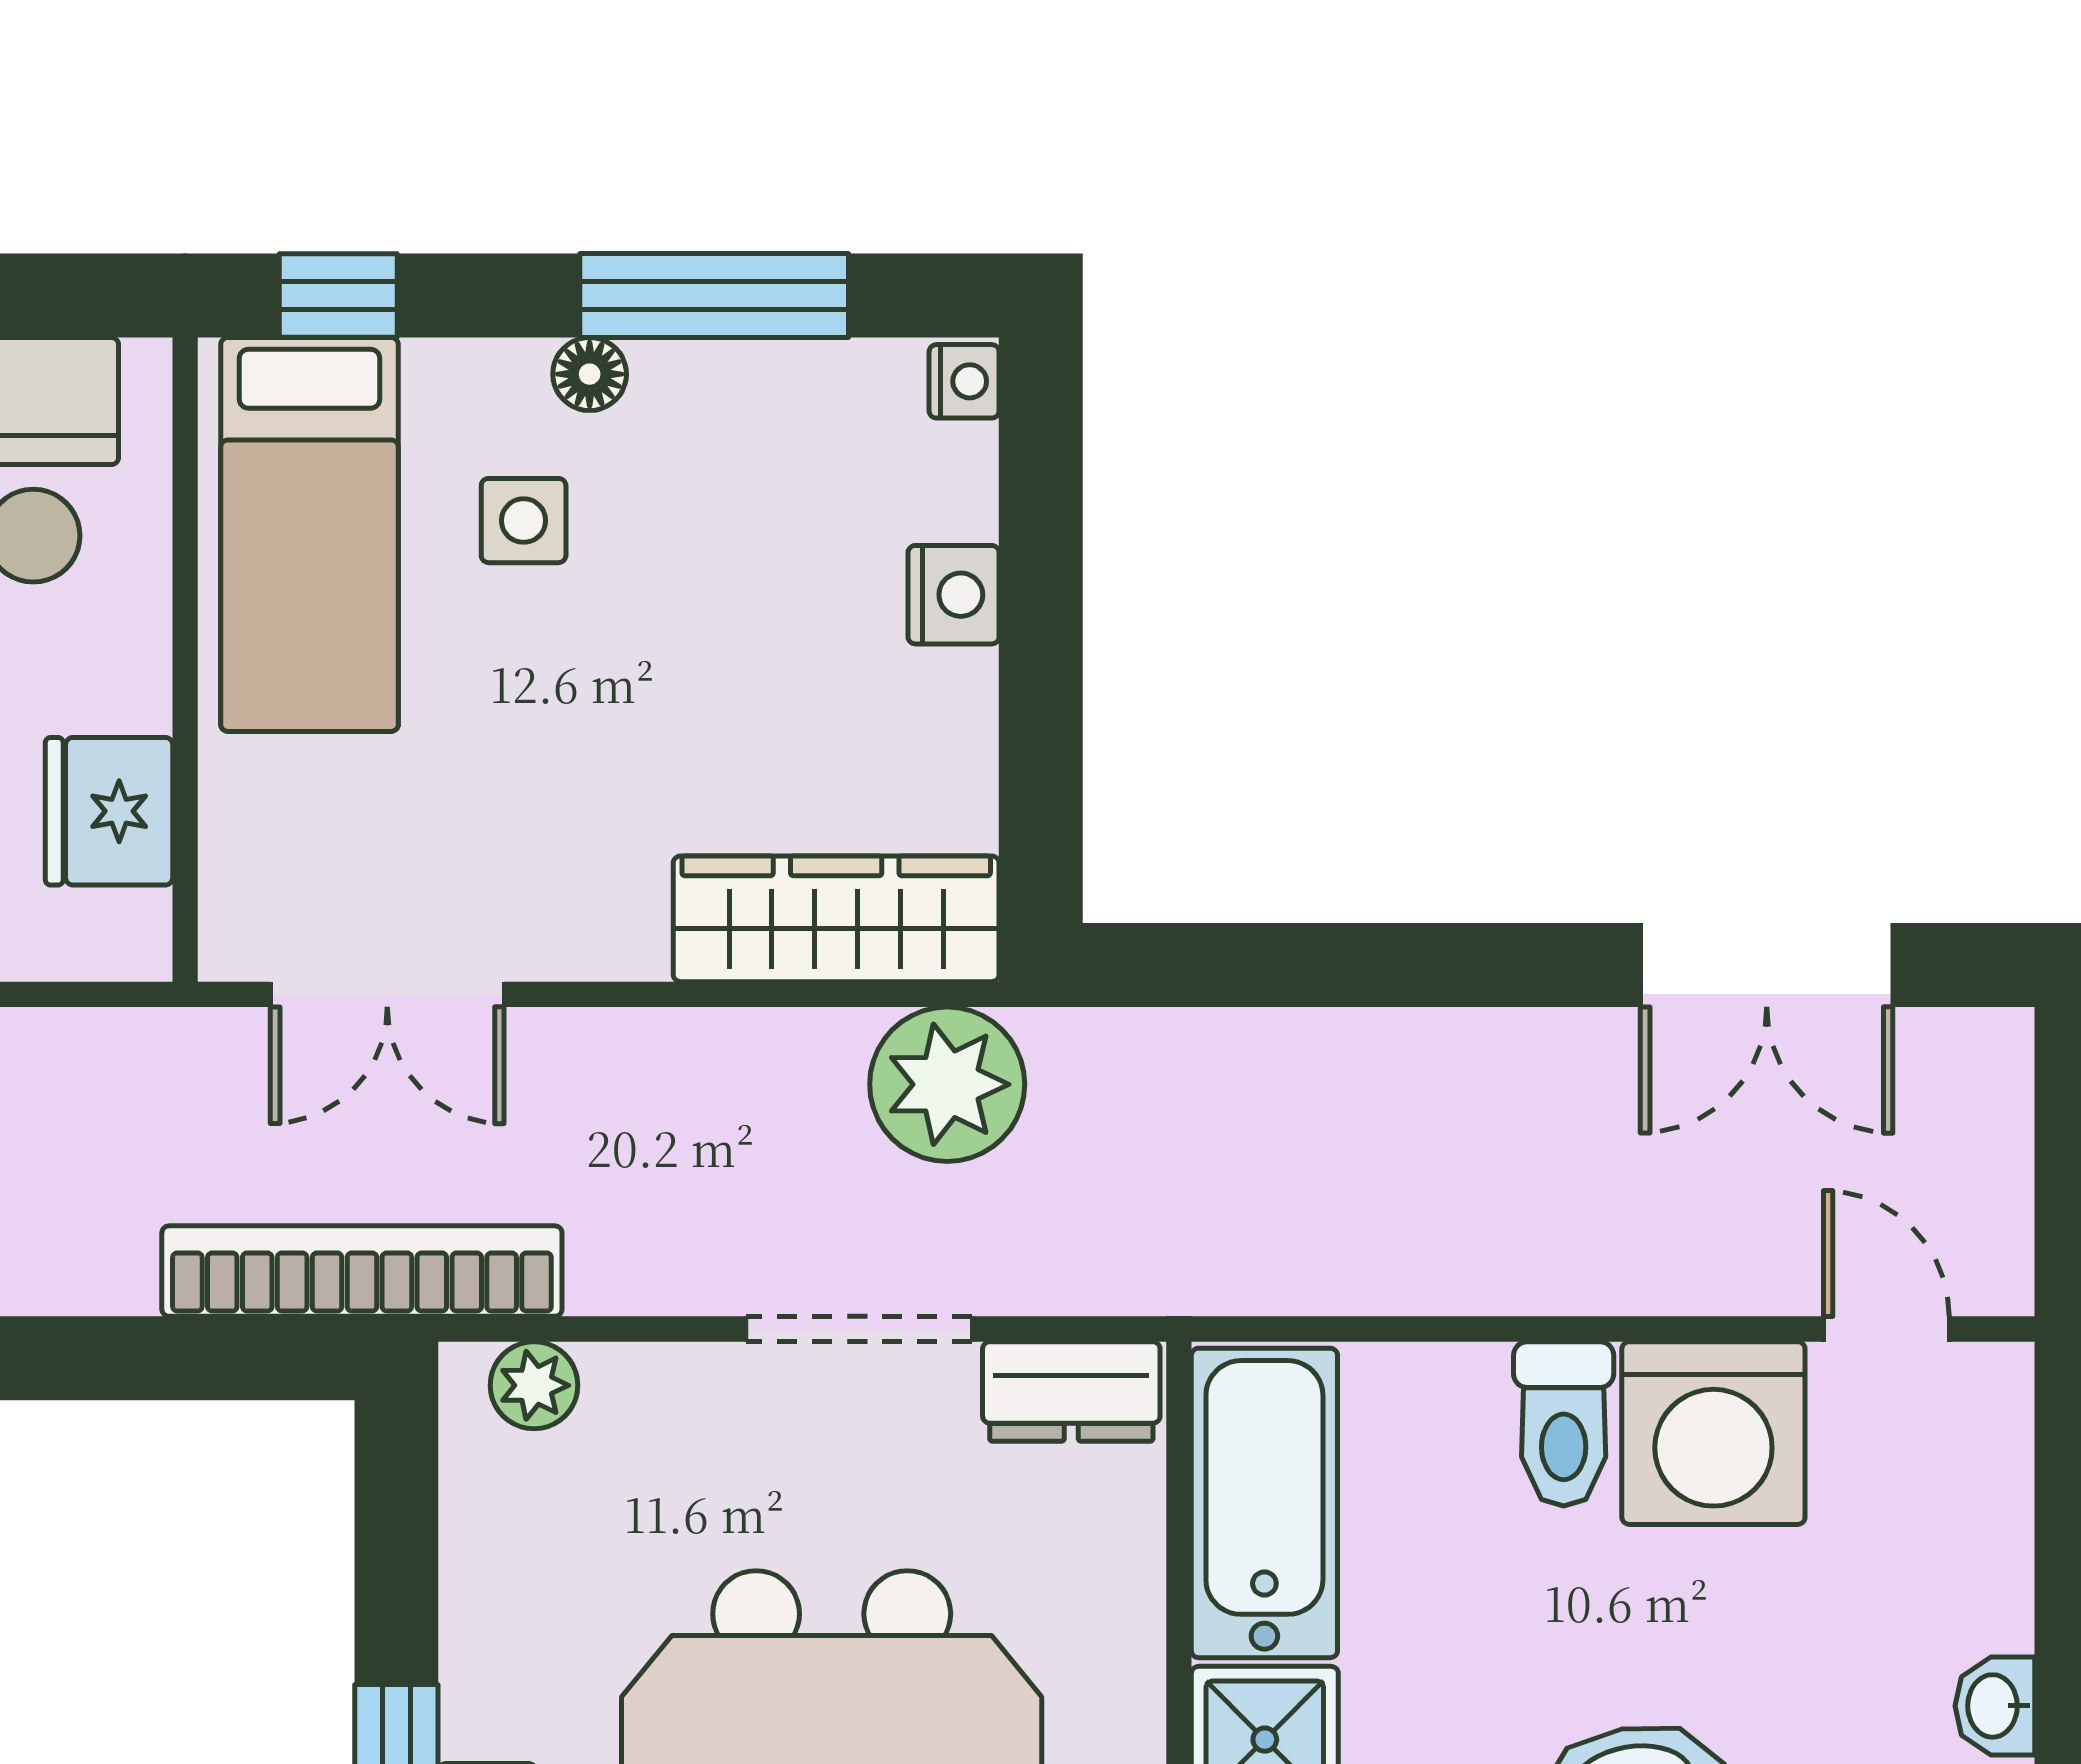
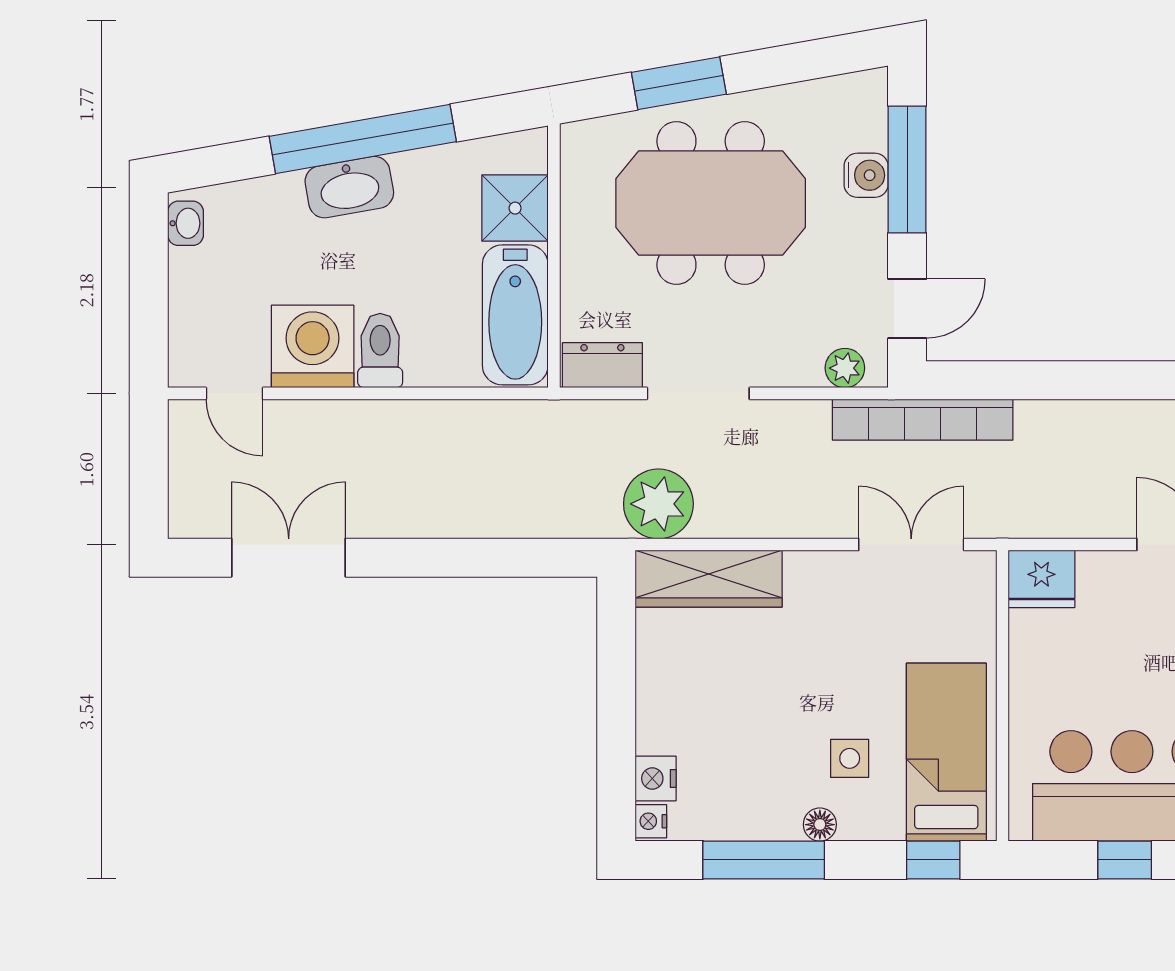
nightstand: (954, 595) -> (656, 778), moved
fridge: (109, 811) -> (1041, 579), moved, turned 90
door: (396, 1517) -> (907, 309), added

